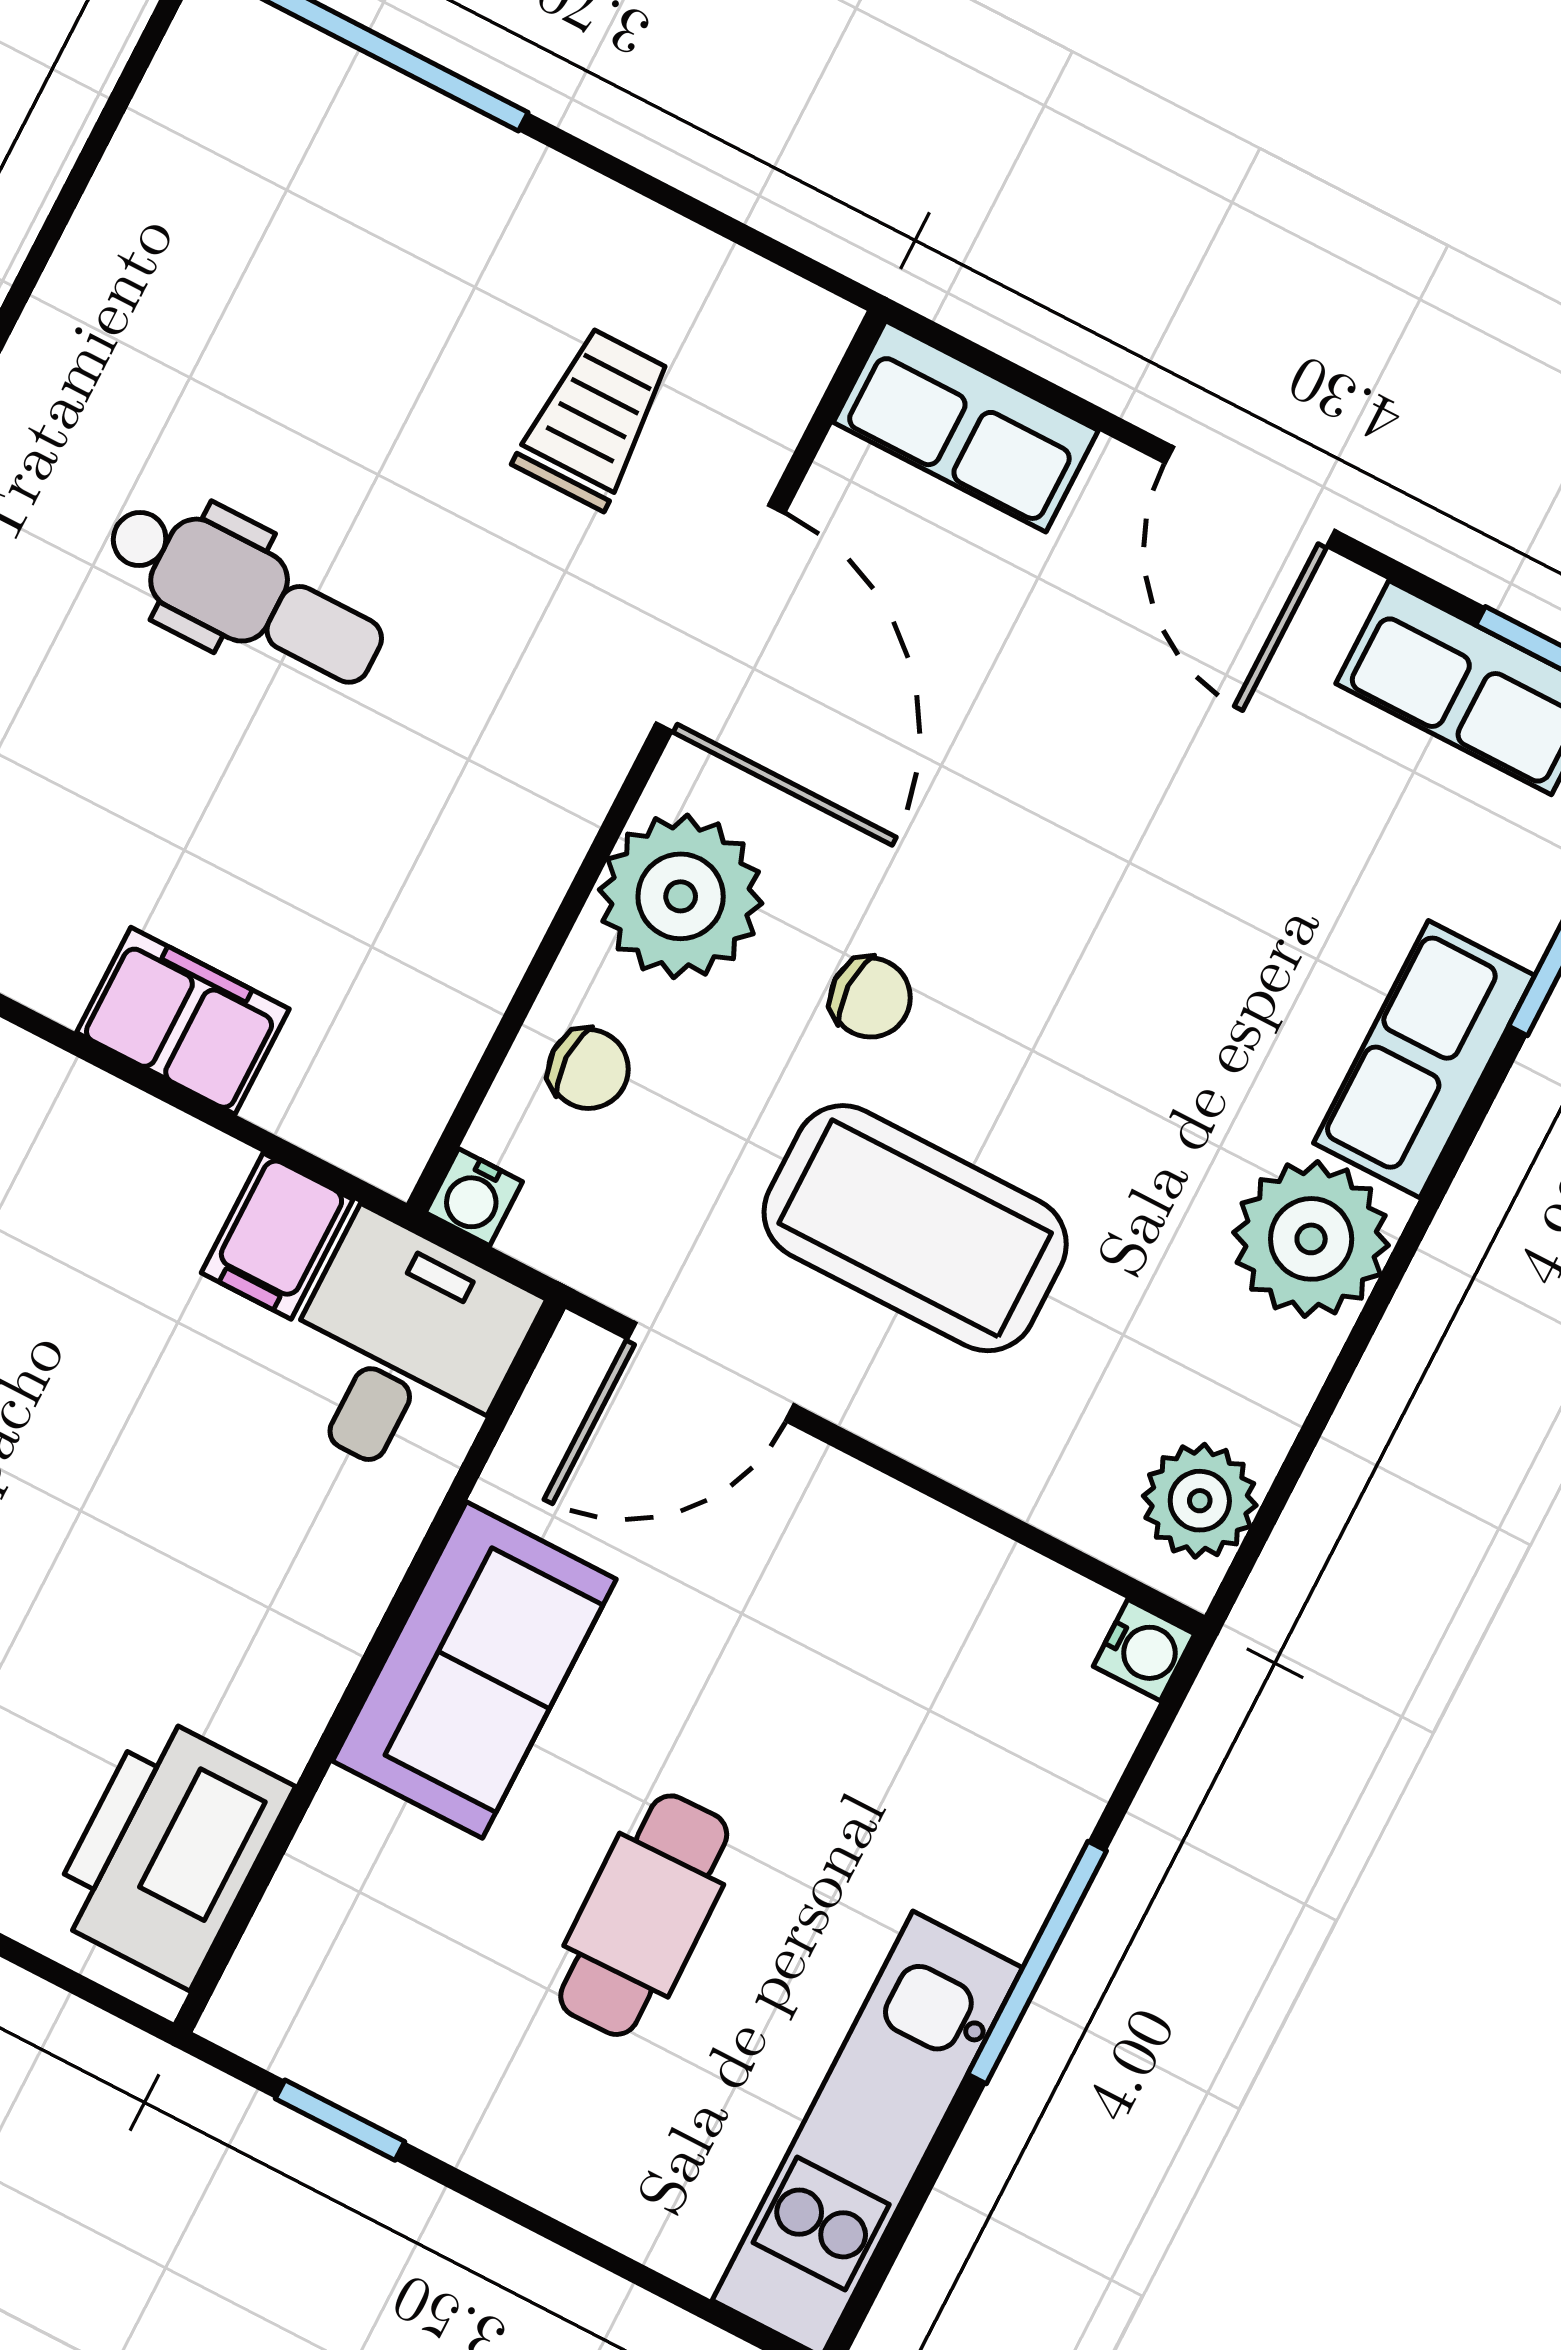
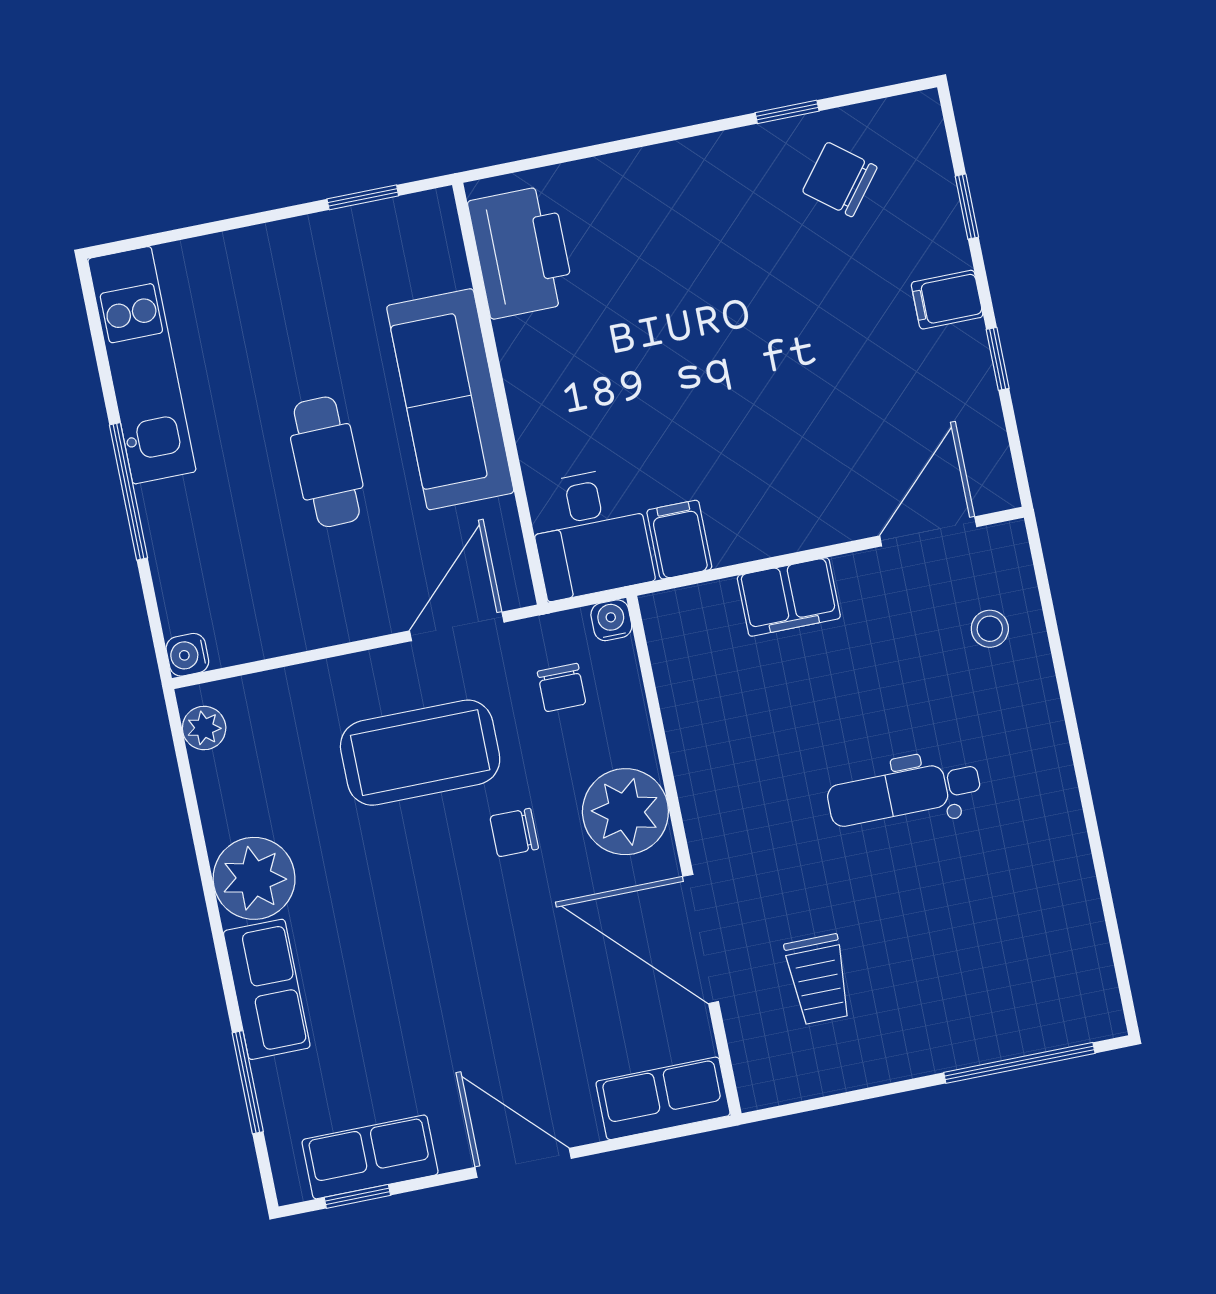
chair: (588, 1069) -> (562, 688), moved, turned -90
plant: (1200, 1501) -> (204, 728), width x0.73, depth x0.73
sofa: (474, 1670) -> (450, 399), width x1.36
cafe table: (644, 1915) -> (327, 462), moved

